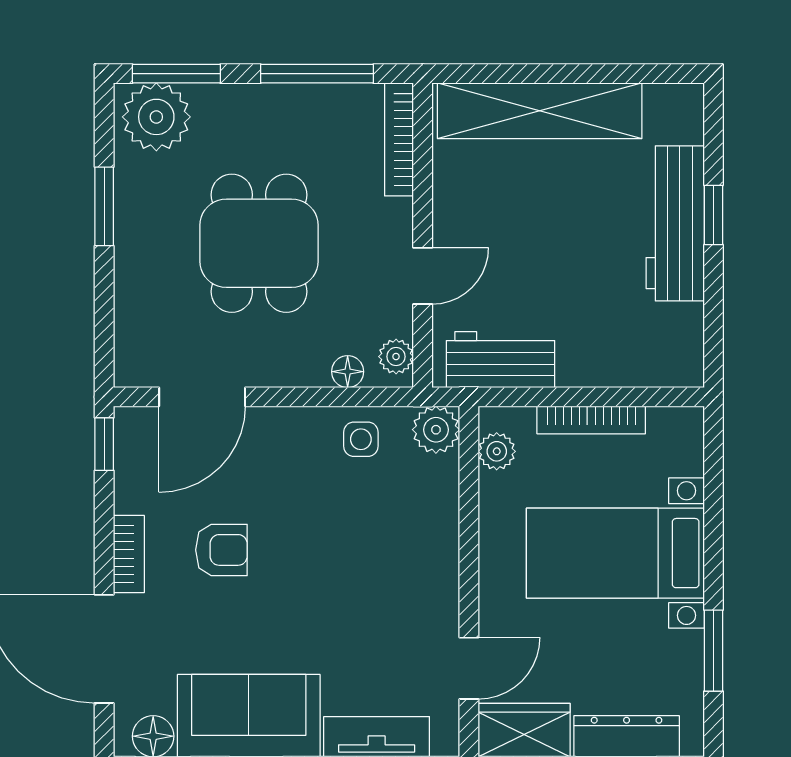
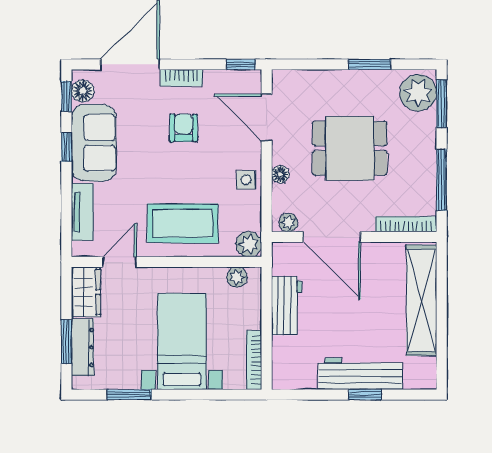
door: (423, 276) -> (332, 237), width x1.87
workbench: (500, 360) -> (287, 306), moved
floor lamp: (348, 372) -> (280, 174), moved
bookcase: (591, 420) -> (254, 360), moved
side table: (361, 439) -> (246, 180), moved
armchair: (221, 550) -> (184, 128), turned 180
coffee table: (397, 552) -> (183, 223), added
door: (469, 668) -> (120, 262), swing flipped

